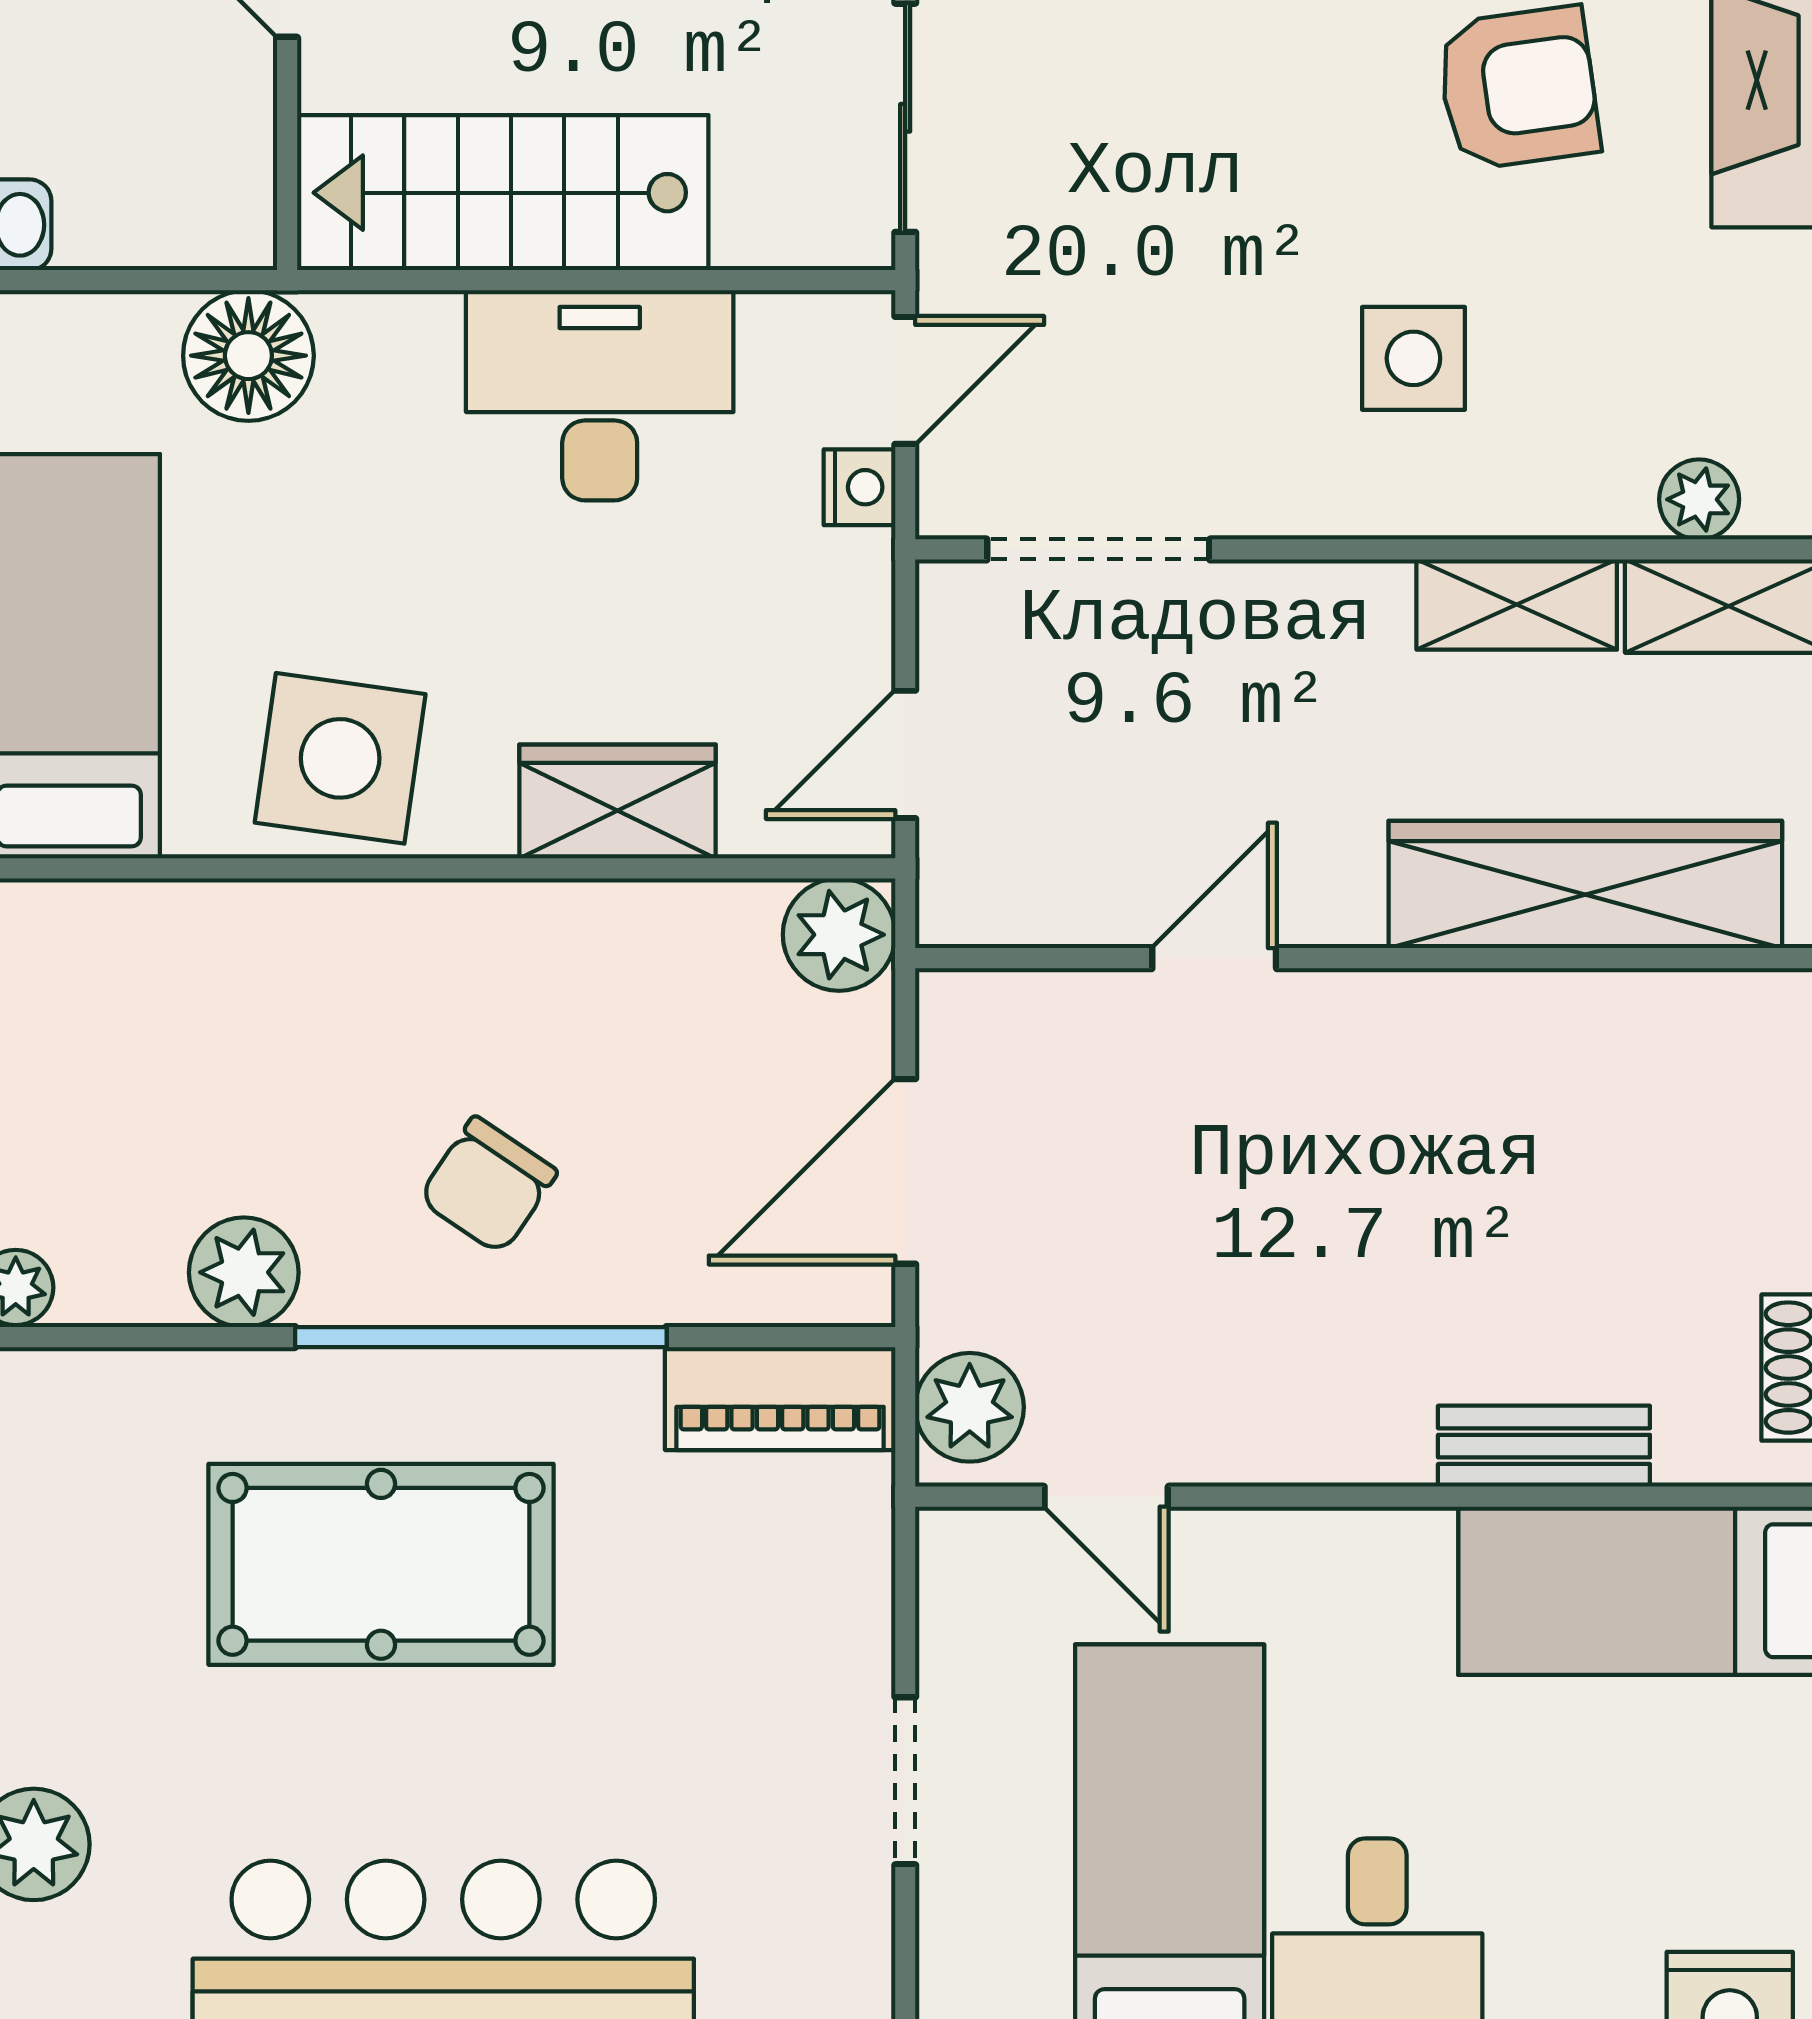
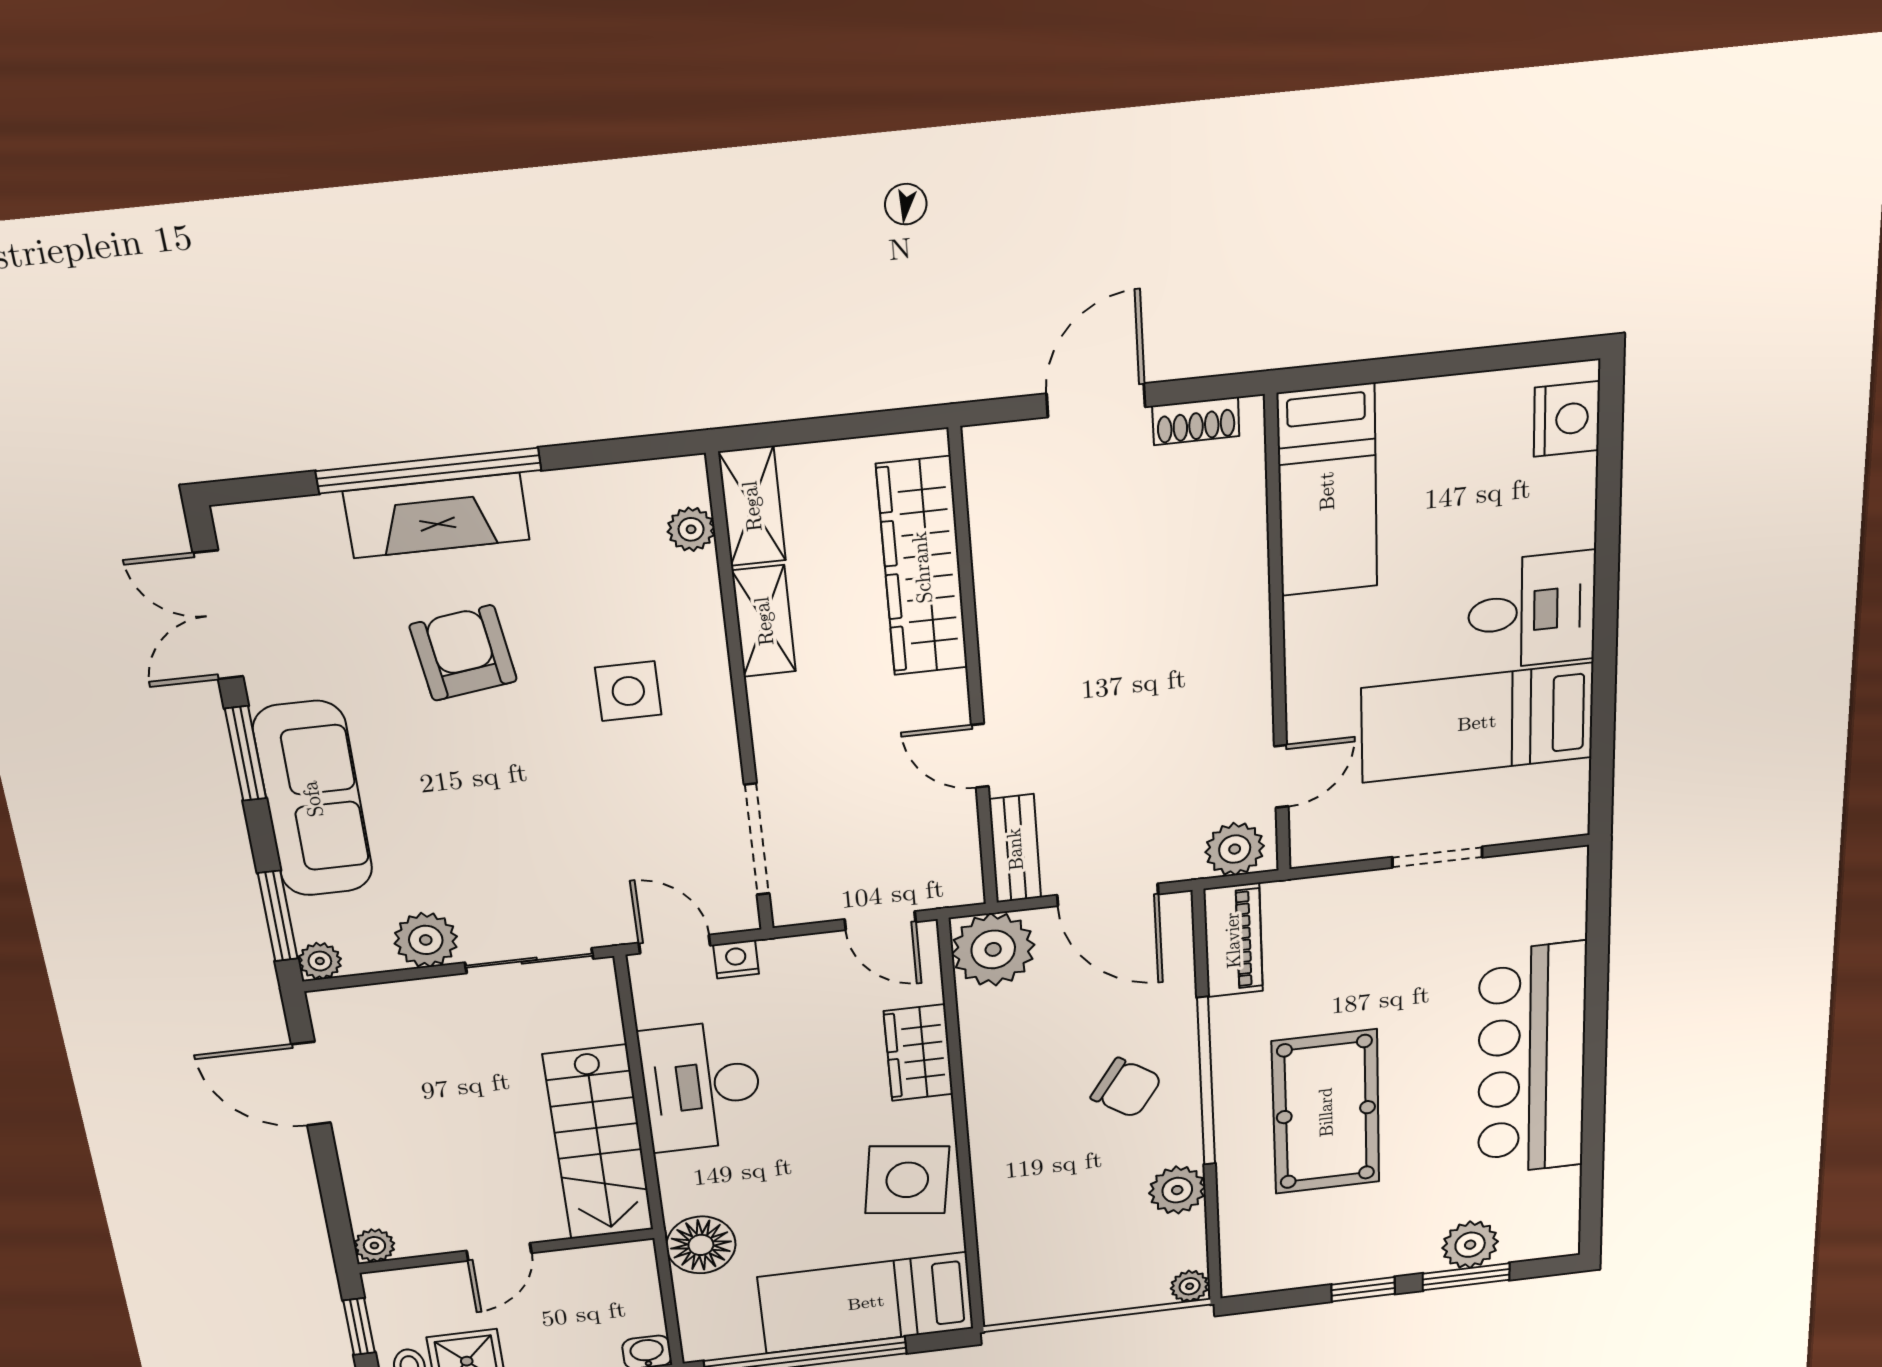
plant: (839, 935) -> (993, 949), width x1.36, depth x1.36
bench: (1544, 1446) -> (1015, 849), moved

